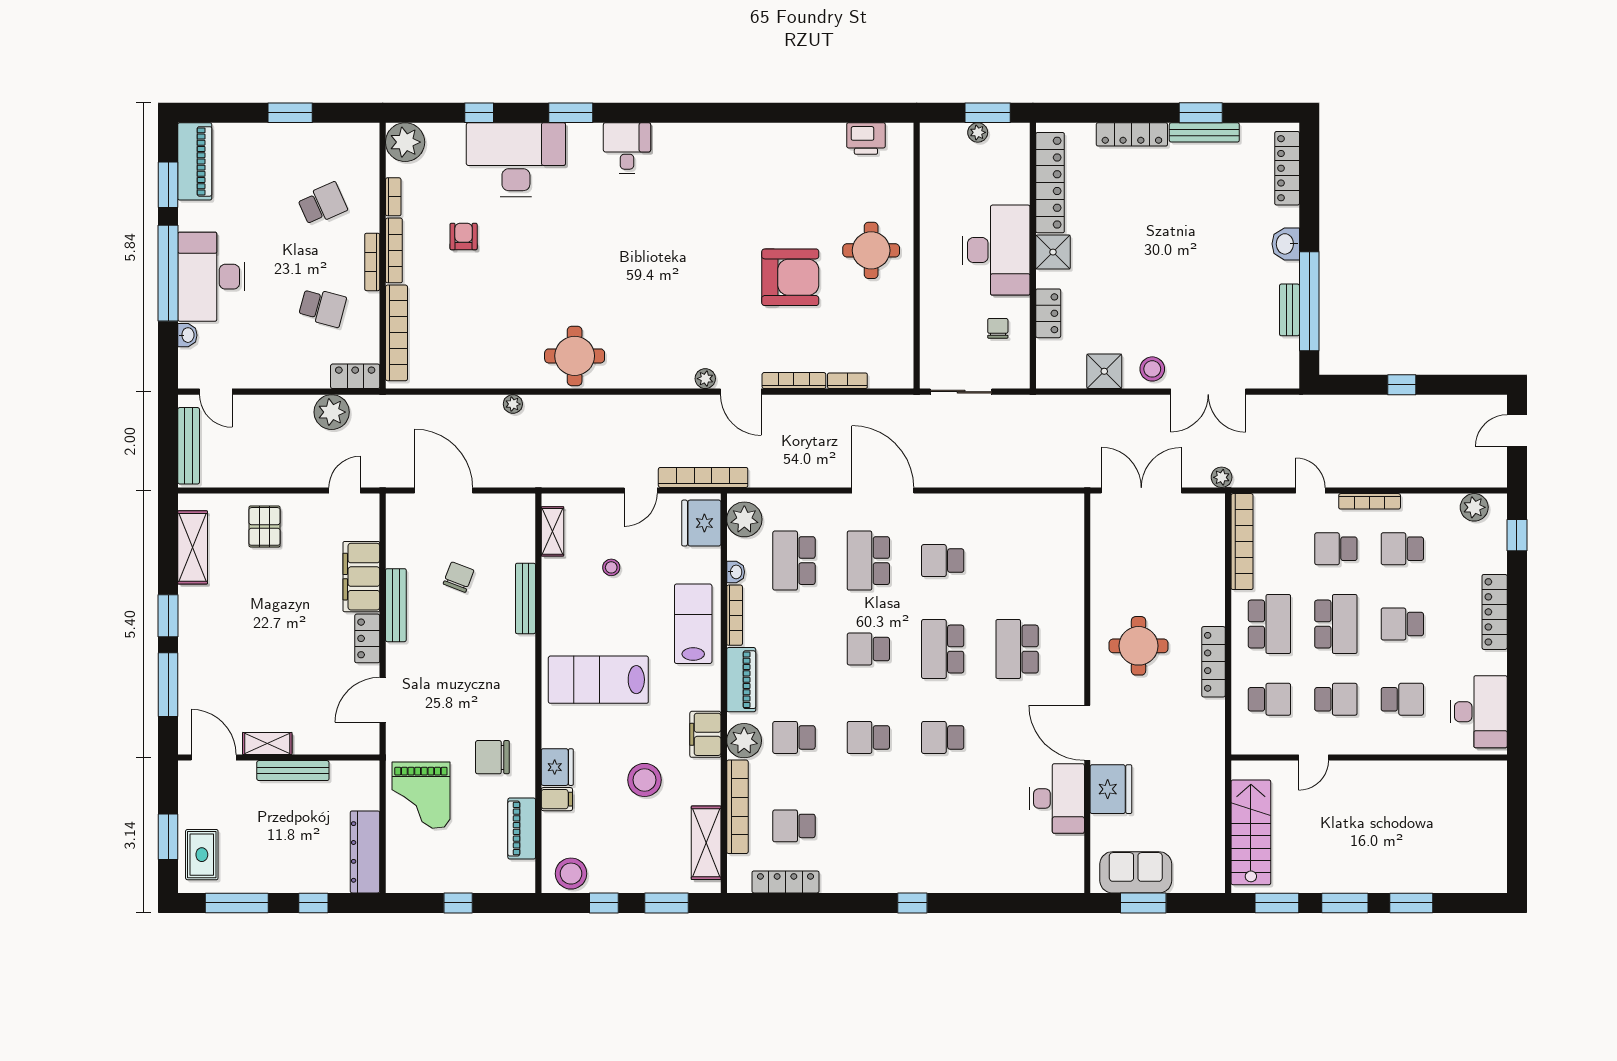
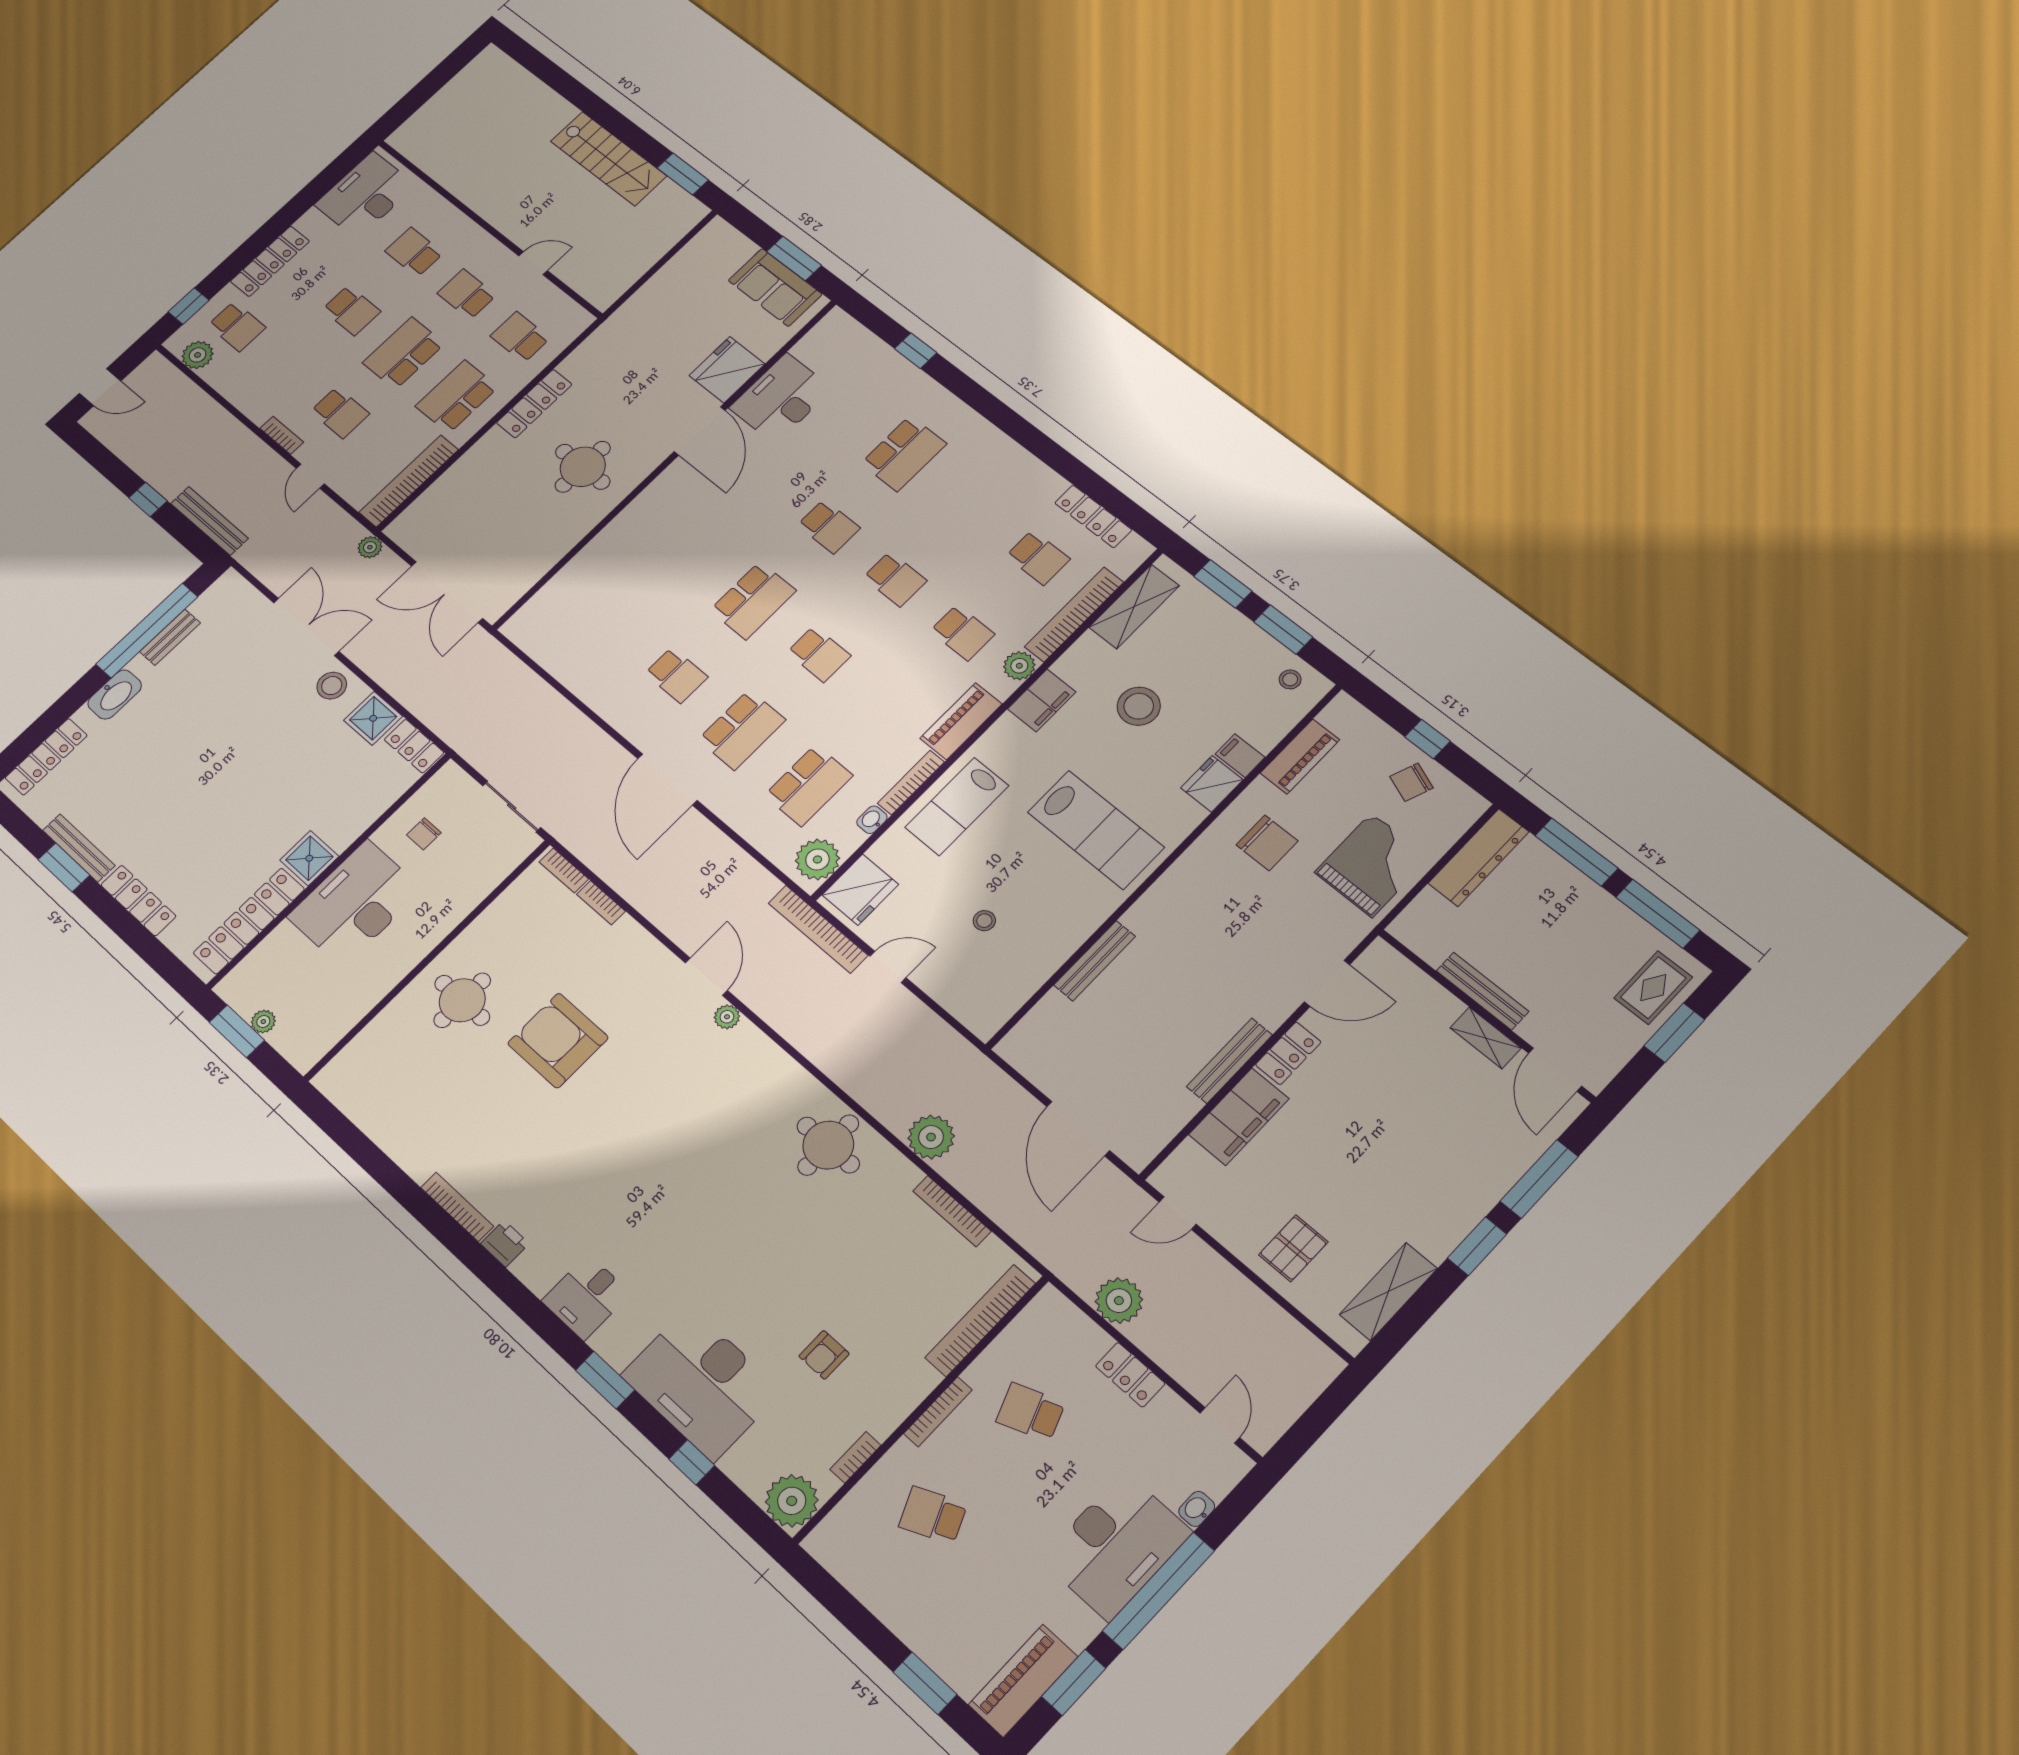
window: (290, 113) -> (925, 1683), moved
bookcase: (752, 131) -> (457, 1207), added
printer: (866, 139) -> (505, 1244), moved, width x0.73, depth x0.81
washbasin: (1286, 244) -> (115, 695), width x1.38
bookcase: (394, 250) -> (952, 1211), moved, turned -90
school desk: (322, 307) -> (1031, 1412), turned -36
locker: (1048, 313) -> (414, 746), moved, turned -90
locker: (355, 376) -> (1130, 1375), moved
bookcase: (794, 381) -> (564, 870), moved, width x0.64
plant: (513, 404) -> (931, 1137), width x1.88, depth x1.88
bench: (189, 446) -> (209, 521), moved, turned 90
bookcase: (1370, 501) -> (282, 435), width x0.64
shelving: (552, 531) -> (1008, 1001), removed
school desk: (1402, 549) -> (237, 326), moved
chair: (459, 577) -> (1411, 782), moved
school desk: (1017, 649) -> (904, 453), moved
plant: (744, 741) -> (1019, 666), width x0.73, depth x0.73
stairs: (1251, 832) -> (608, 159), moved, turned -90
stool: (571, 874) -> (1290, 679), width x0.53, depth x0.53
window: (313, 903) -> (1576, 852), width x2.17
window: (604, 903) -> (1283, 629), width x1.50
window: (912, 903) -> (916, 351), moved
window: (1345, 903) -> (627, 132), removed
window: (1411, 903) -> (574, 92), removed

